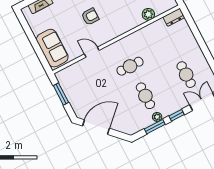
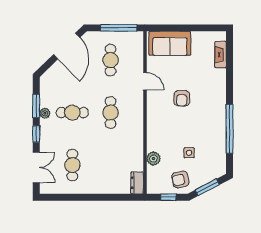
door: (92, 52) -> (145, 81), hinge flipped
cafe table: (186, 75) -> (72, 165), turned 90
cafe table: (89, 87) -> (110, 60), added
window: (61, 94) -> (119, 28), width x1.44

